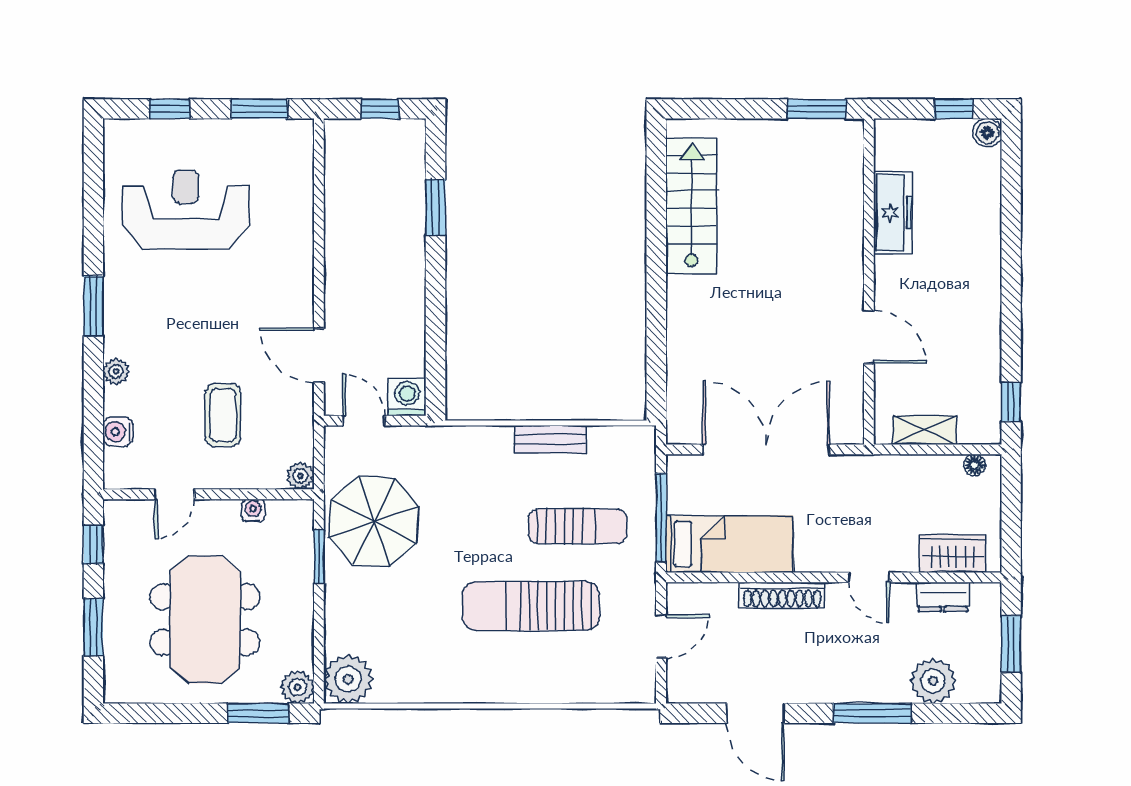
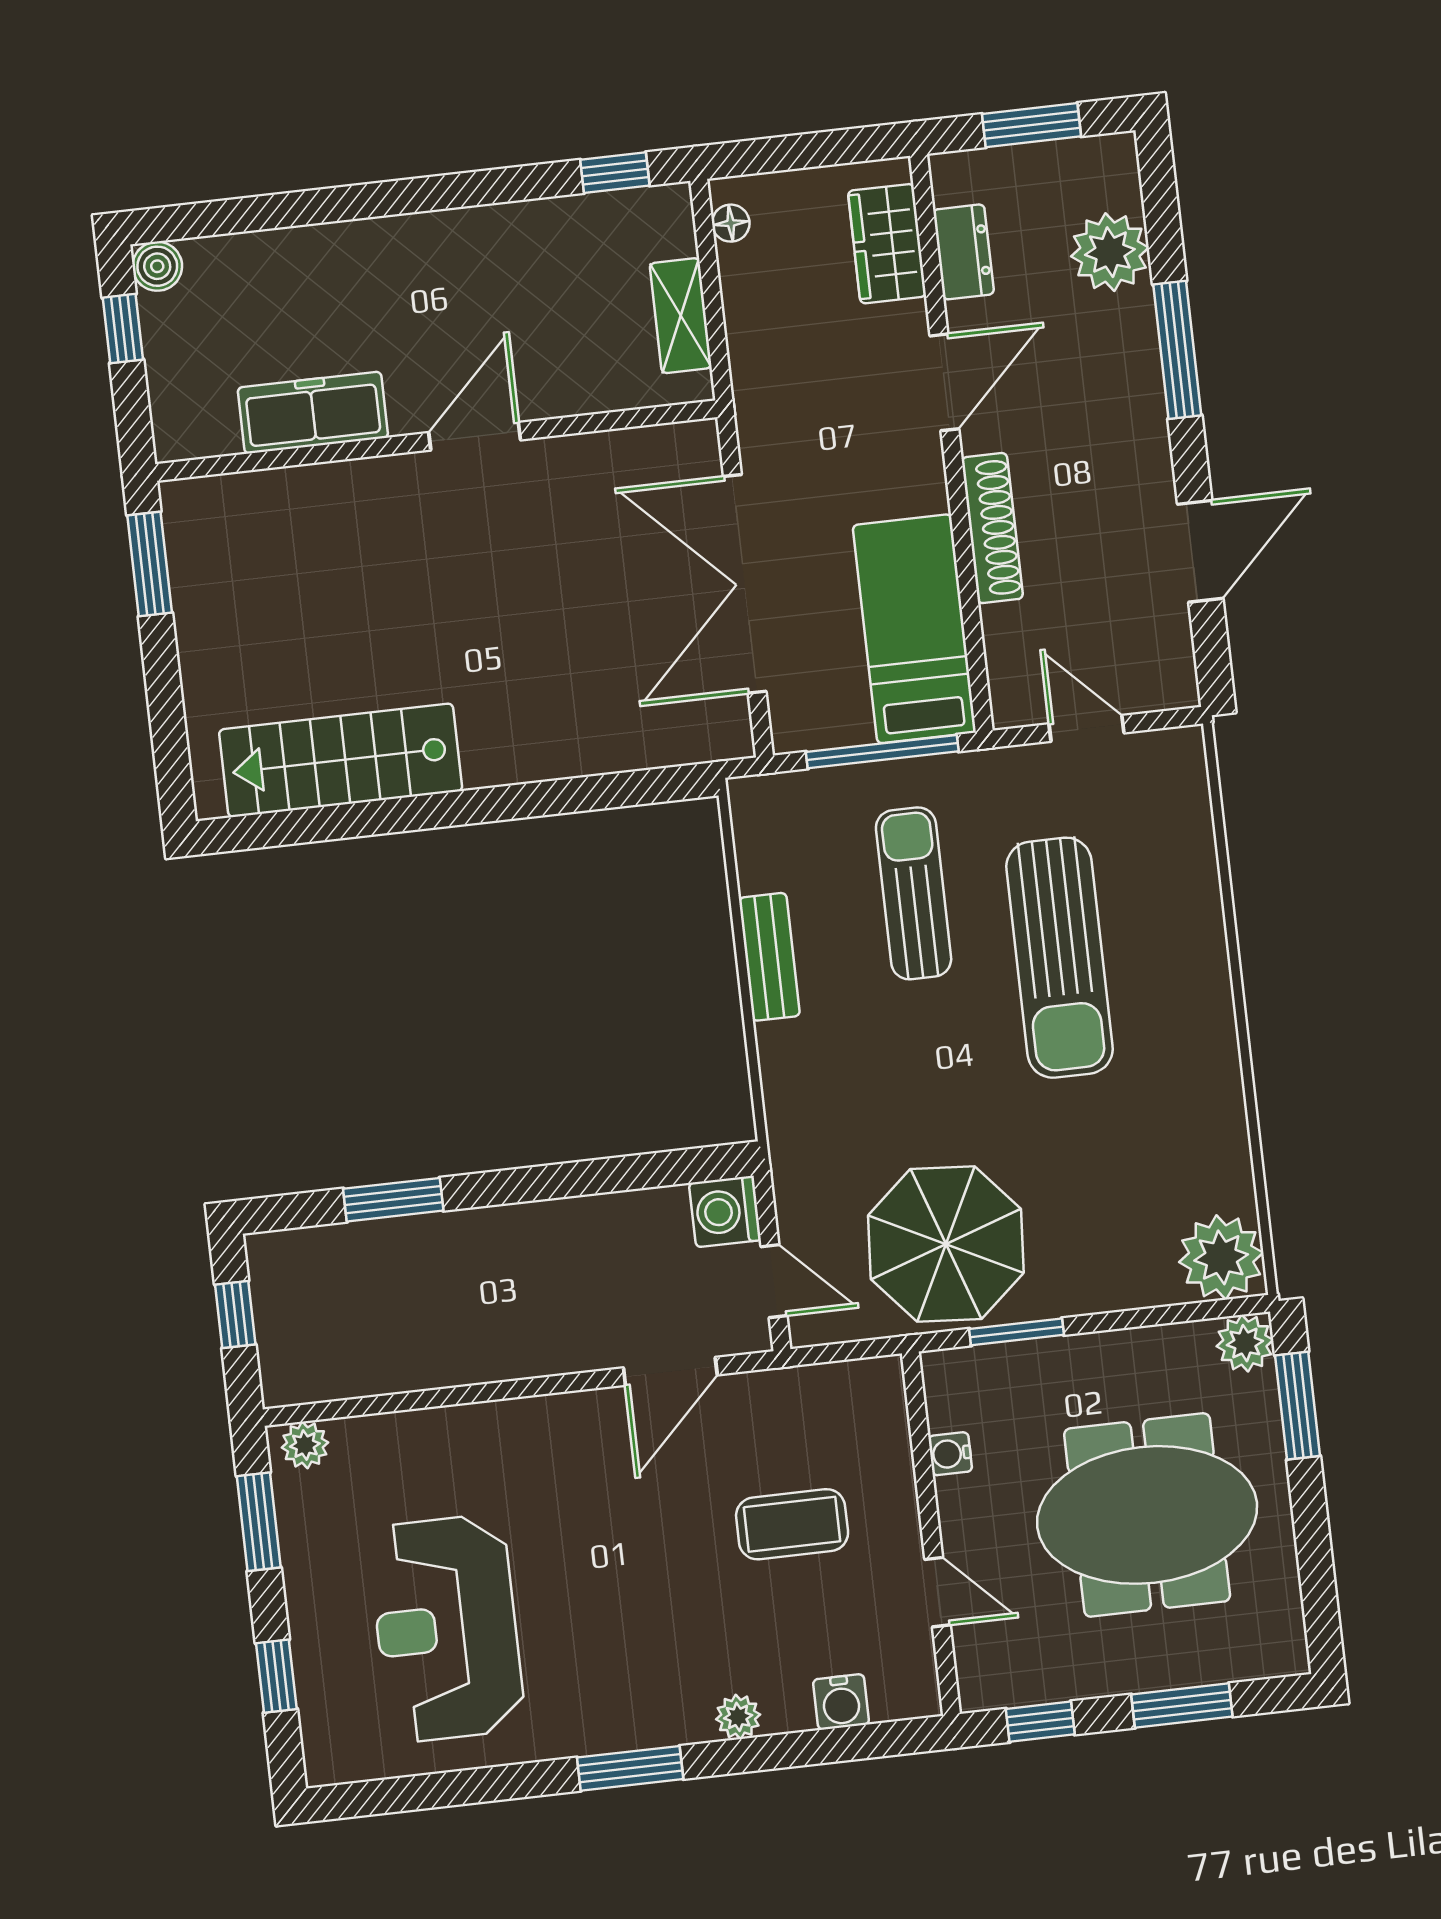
door: (869, 337) -> (475, 436), moved
door: (364, 421) -> (774, 1281), swing flipped
plant: (300, 476) -> (305, 1445), moved
door: (869, 577) -> (944, 382), width x1.37

